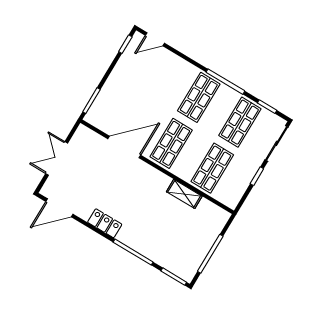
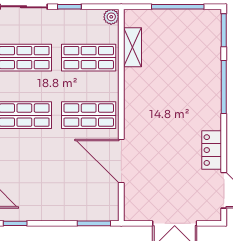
shelving: (184, 194) -> (132, 47), moved
plant: (232, 202) -> (111, 17), added
locker: (105, 223) -> (212, 150), moved

